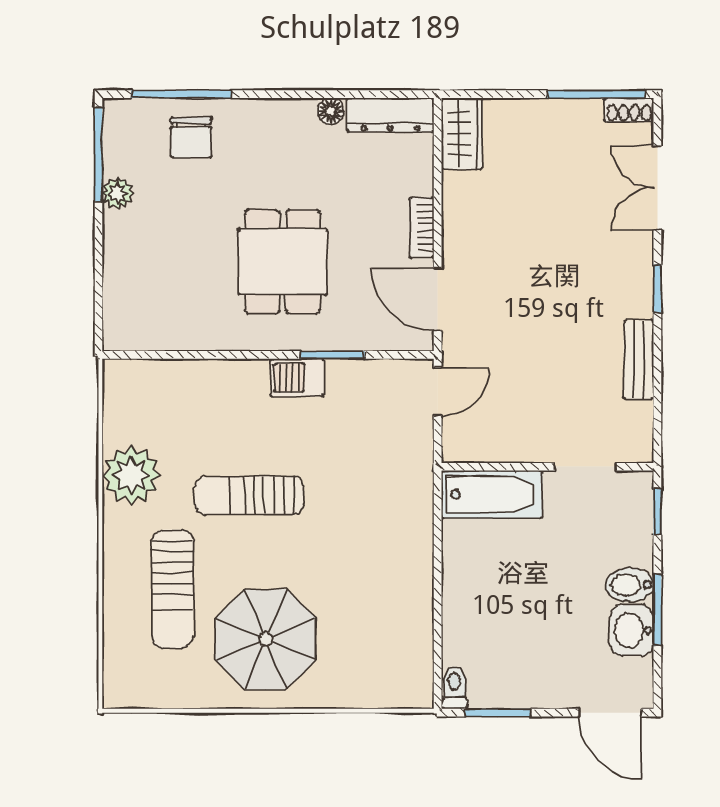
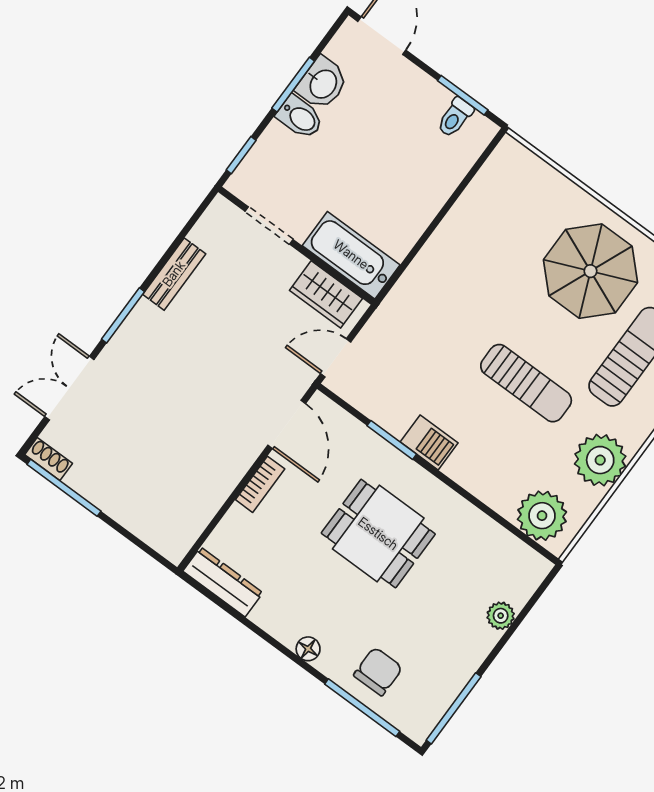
floor lamp: (331, 111) -> (308, 649), moved
wardrobe: (462, 134) -> (326, 294), moved, turned -90
double door: (657, 188) -> (69, 388), swing flipped
plant: (118, 193) -> (501, 616), moved
dining table: (283, 262) -> (378, 534), turned 90
window: (657, 289) -> (123, 315), width x1.50
plant: (147, 387) -> (542, 516), added
toilet: (454, 688) -> (455, 117), moved

